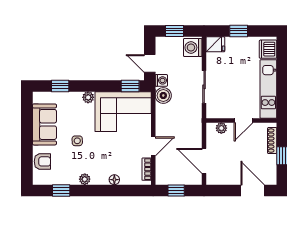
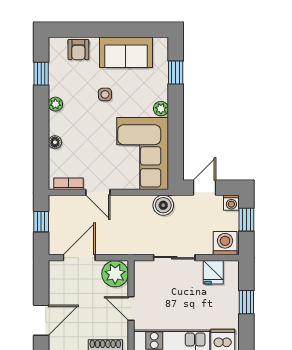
fridge: (215, 44) -> (213, 272), moved
washing machine: (161, 80) -> (231, 203), moved
window: (130, 86) -> (176, 162), removed
plant: (221, 128) -> (115, 274), width x1.88, depth x1.88

